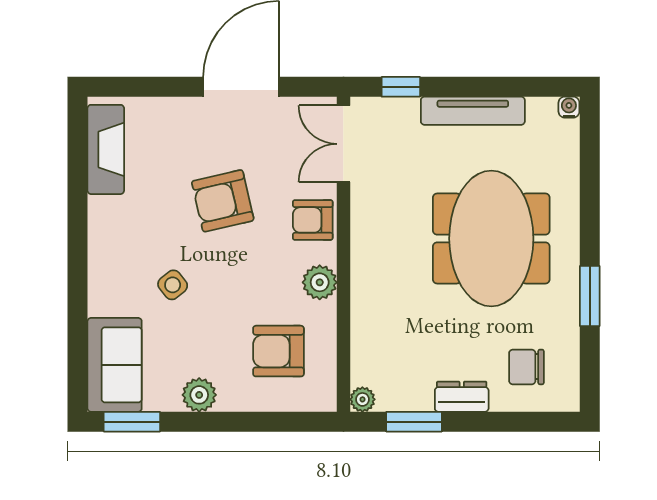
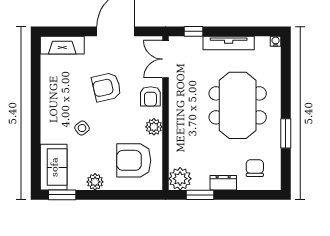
fireplace: (106, 149) -> (62, 45), moved, turned 90
armchair: (313, 220) -> (150, 96), turned -90
armchair: (278, 351) -> (134, 160), width x1.36, depth x1.36
chair: (526, 367) -> (255, 168), turned 90
plant: (362, 399) -> (180, 179), width x1.88, depth x1.88

